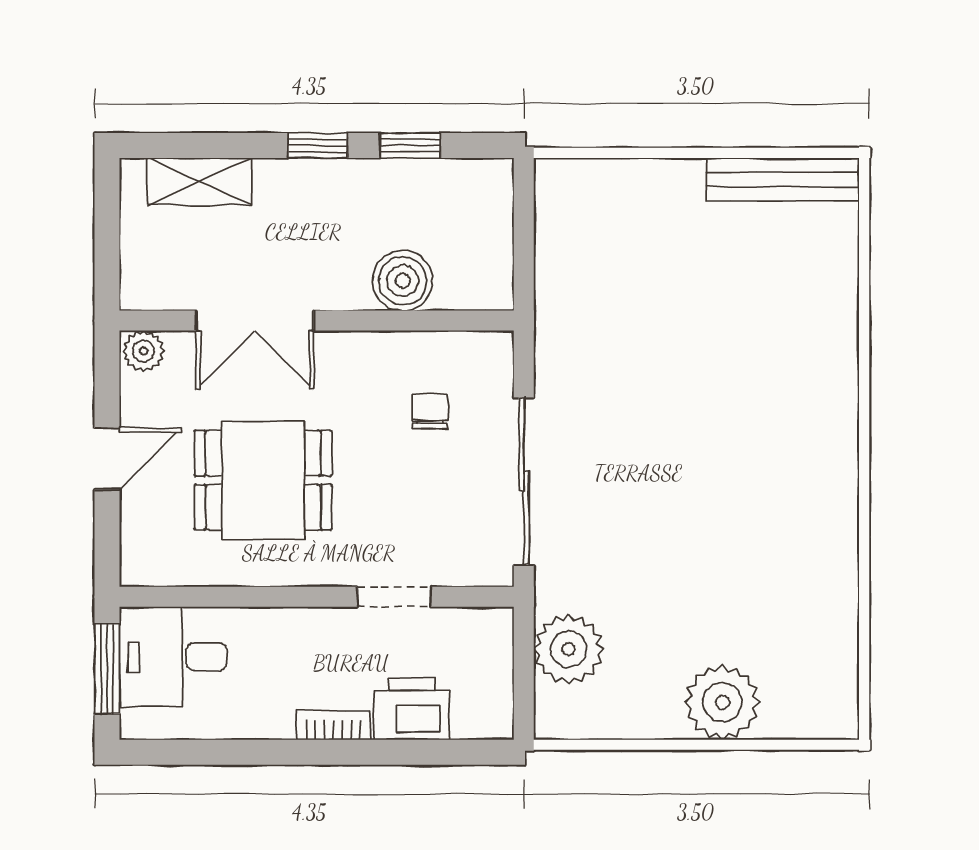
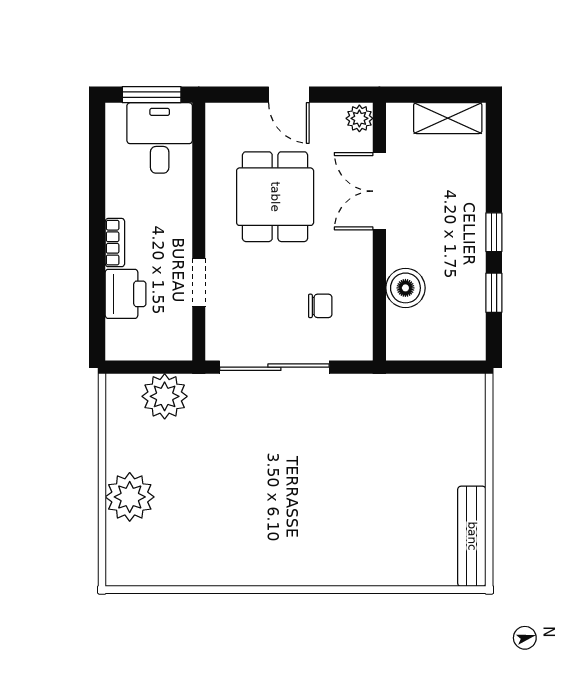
shelving: (199, 181) -> (448, 118), moved, turned 90

